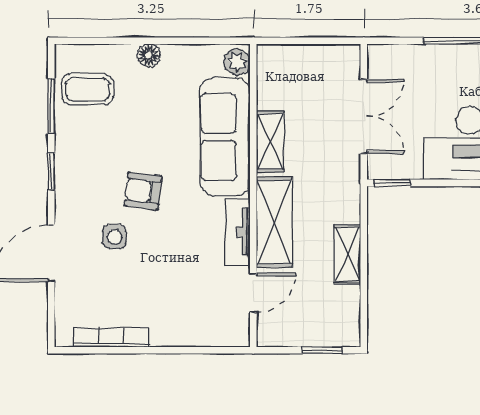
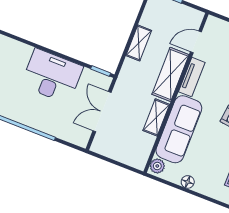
floor lamp: (149, 55) -> (188, 182), moved

